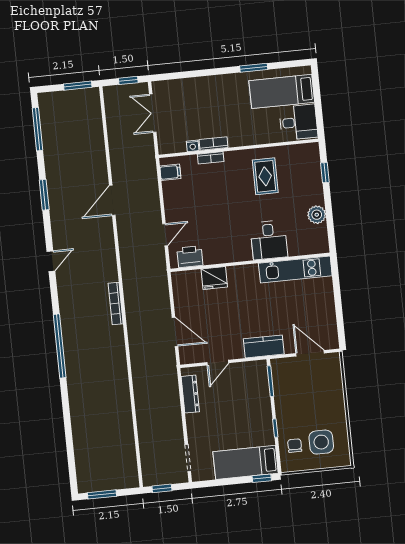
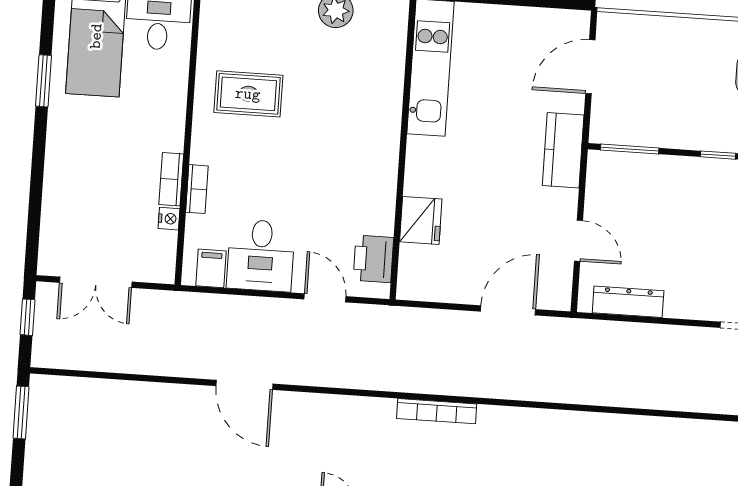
desk: (269, 240) -> (261, 255), moved, turned 90

